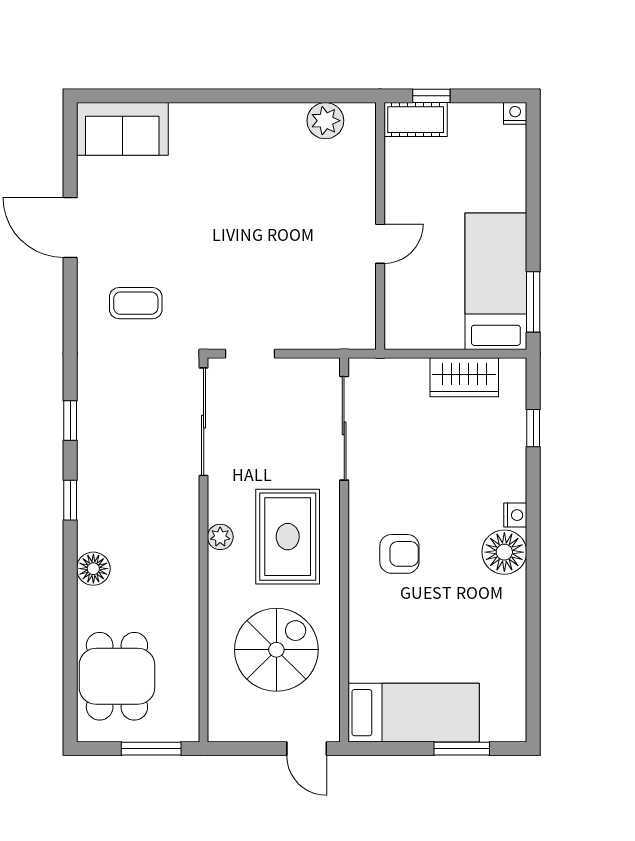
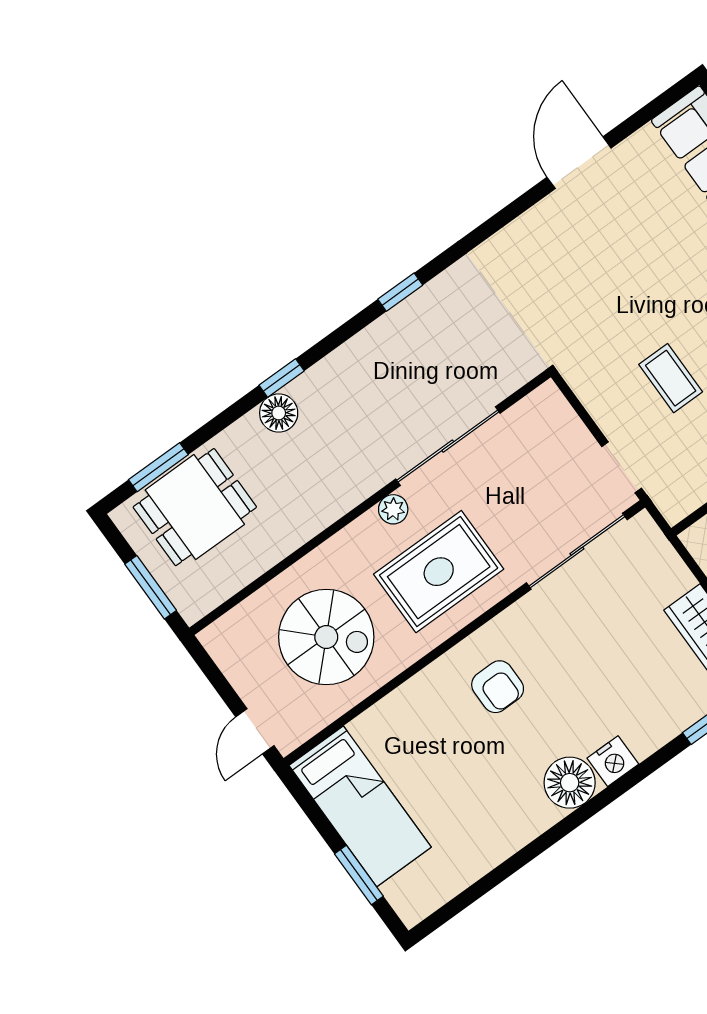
coffee table: (136, 303) -> (671, 378), moved
doorway: (250, 354) -> (622, 467), moved
sliding door: (204, 422) -> (448, 446), moved
window: (70, 500) -> (282, 378), moved
nightstand: (515, 515) -> (613, 761), width x1.39, depth x1.35
window: (70, 682) -> (158, 467), added

